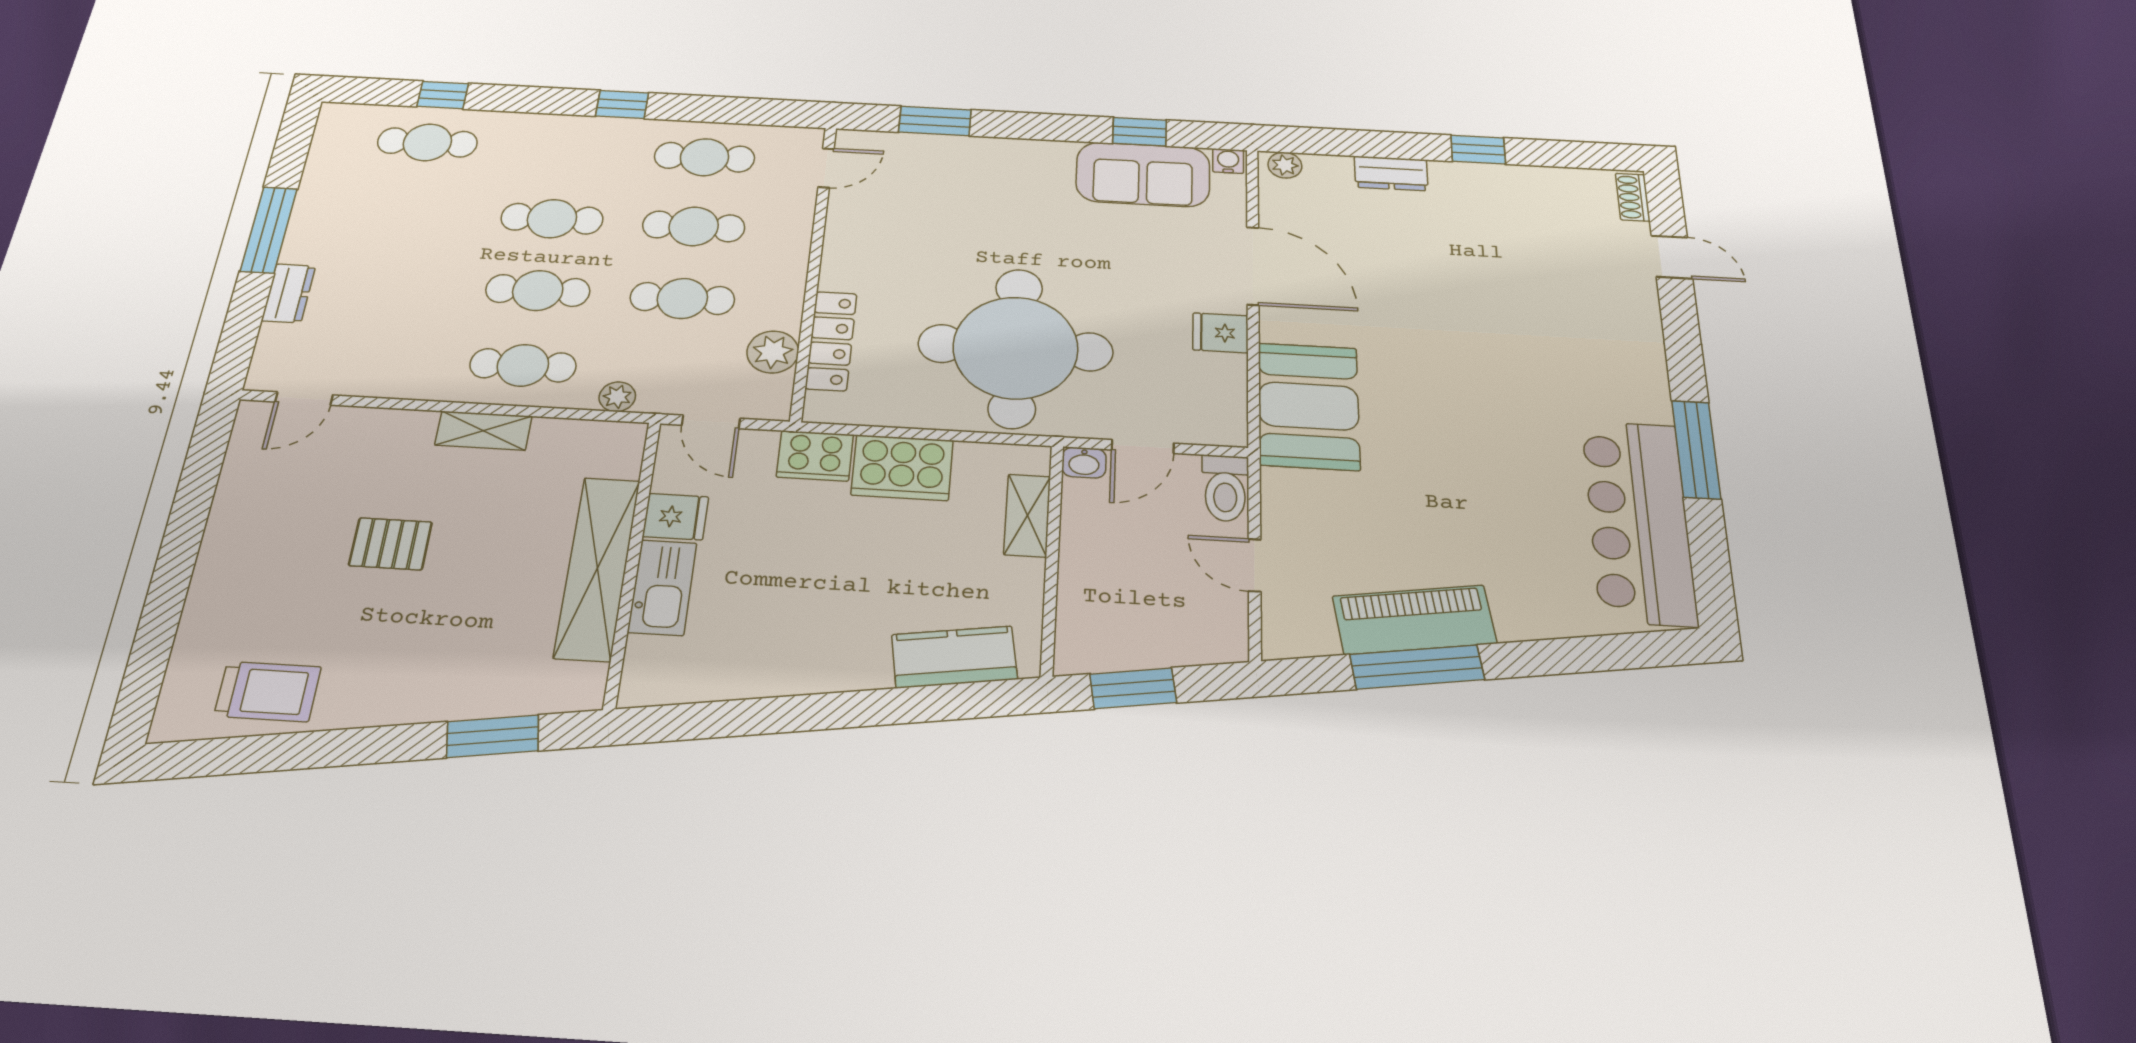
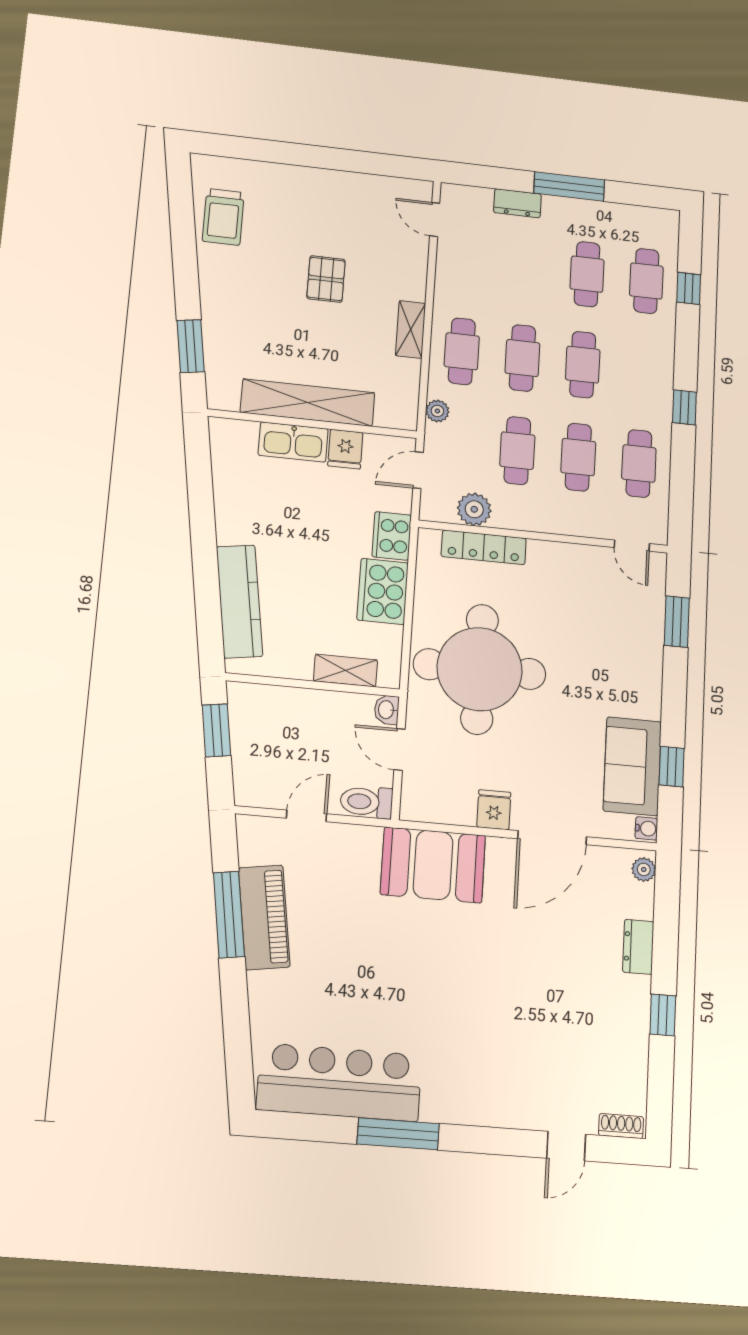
cafe table: (411, 211) -> (587, 274), added
kitchen counter: (954, 657) -> (239, 601), width x1.50

